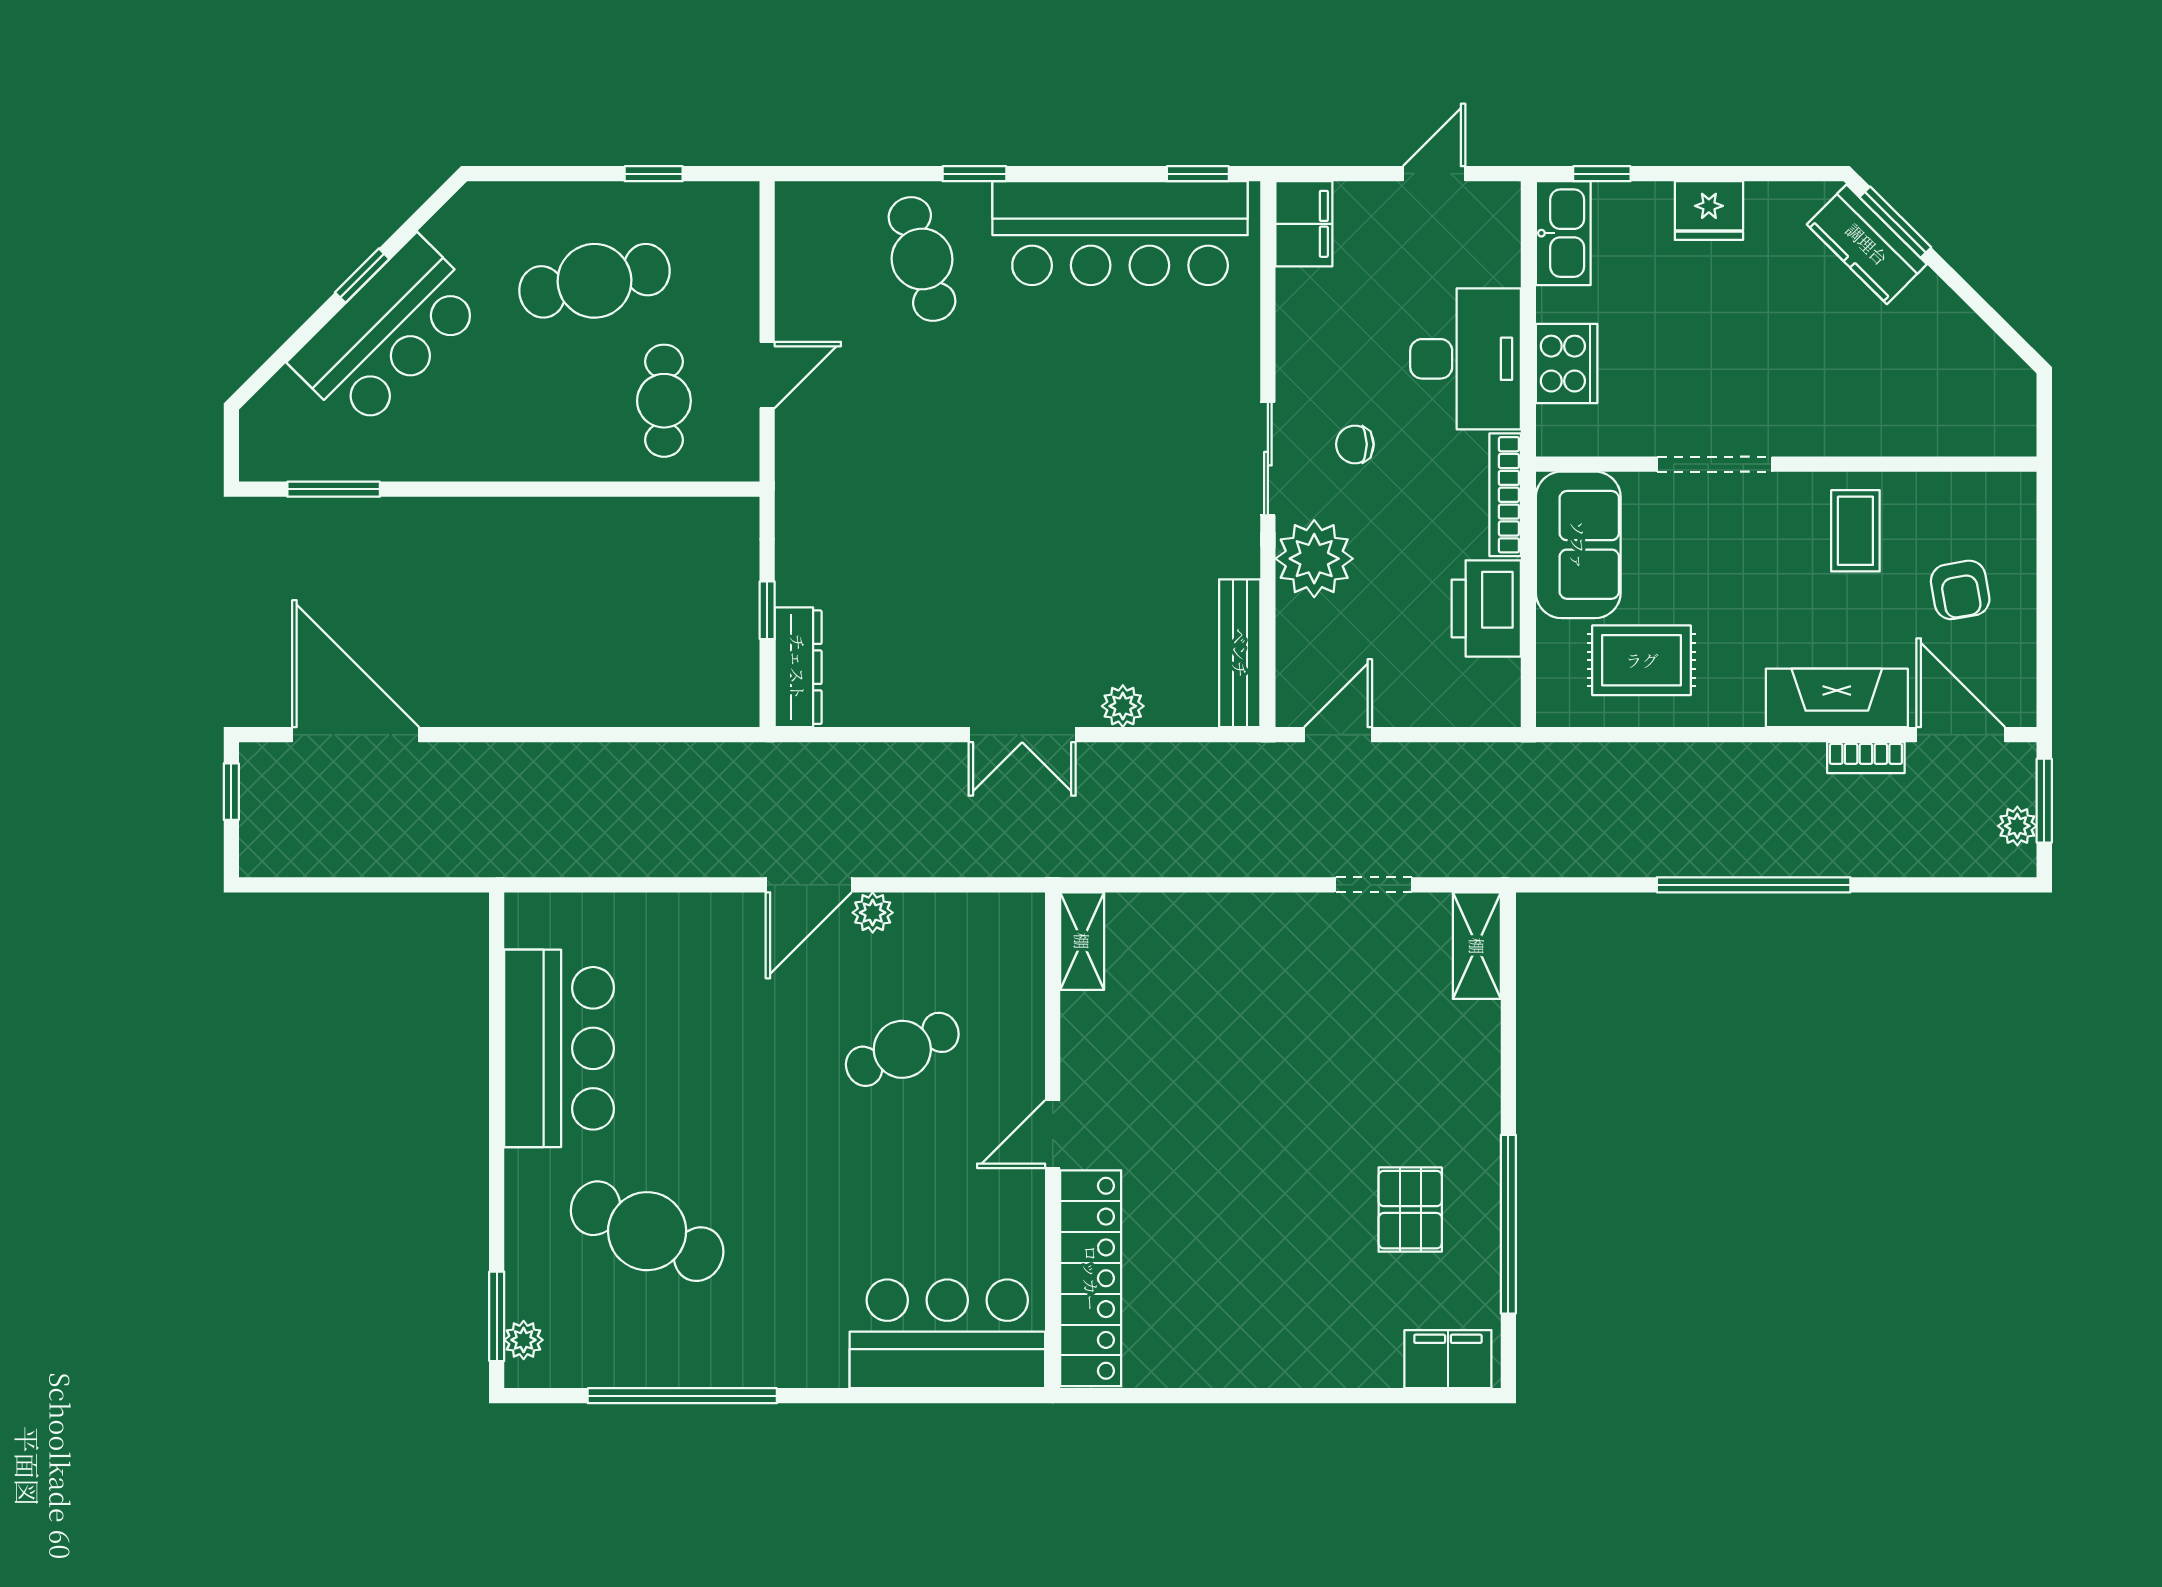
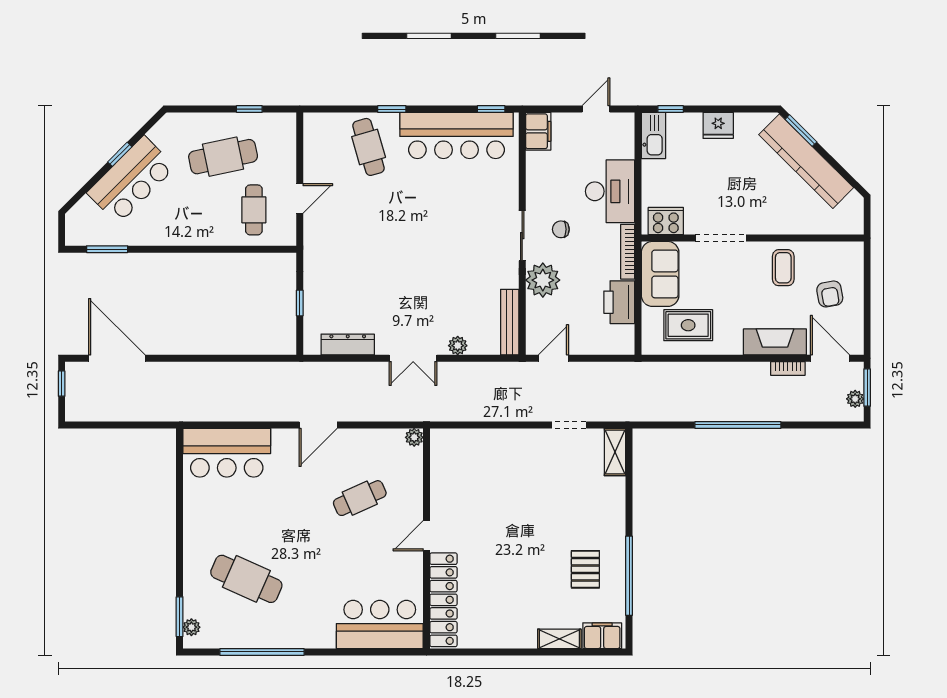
kitchen counter: (1867, 244) -> (806, 161), width x2.08, depth x1.17
cooker: (1567, 364) -> (666, 221), moved, turned -90
dresser: (798, 667) -> (348, 344), moved, turned -90
plant: (873, 913) -> (414, 437), moved
shelving: (1082, 941) -> (559, 639), moved, turned 90
bar counter: (559, 1048) -> (227, 453), moved, turned 90

